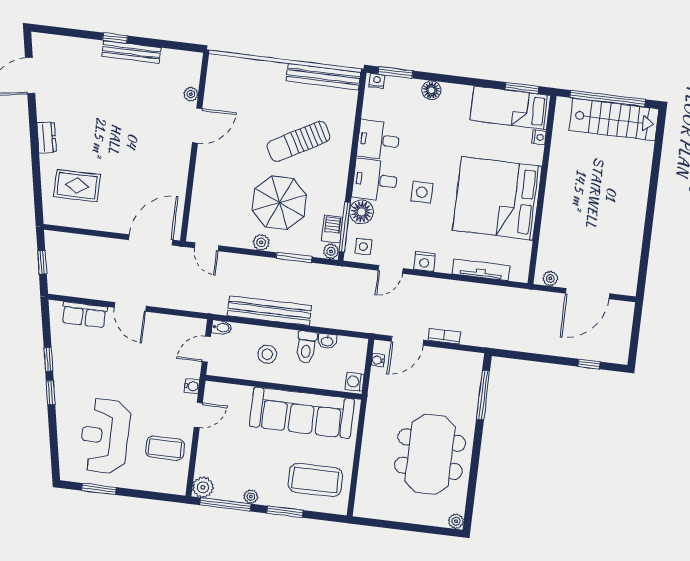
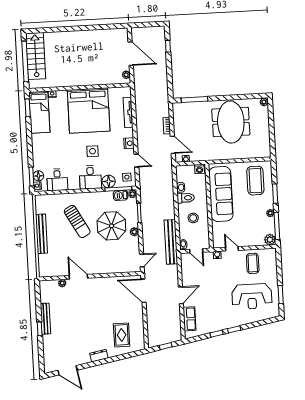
bench: (323, 77) -> (41, 234), moved
floor lamp: (431, 90) -> (38, 176), moved
desk: (378, 140) -> (57, 180), moved
bench: (269, 311) -> (171, 242), moved
meeting table: (430, 454) -> (231, 122), turned 90

